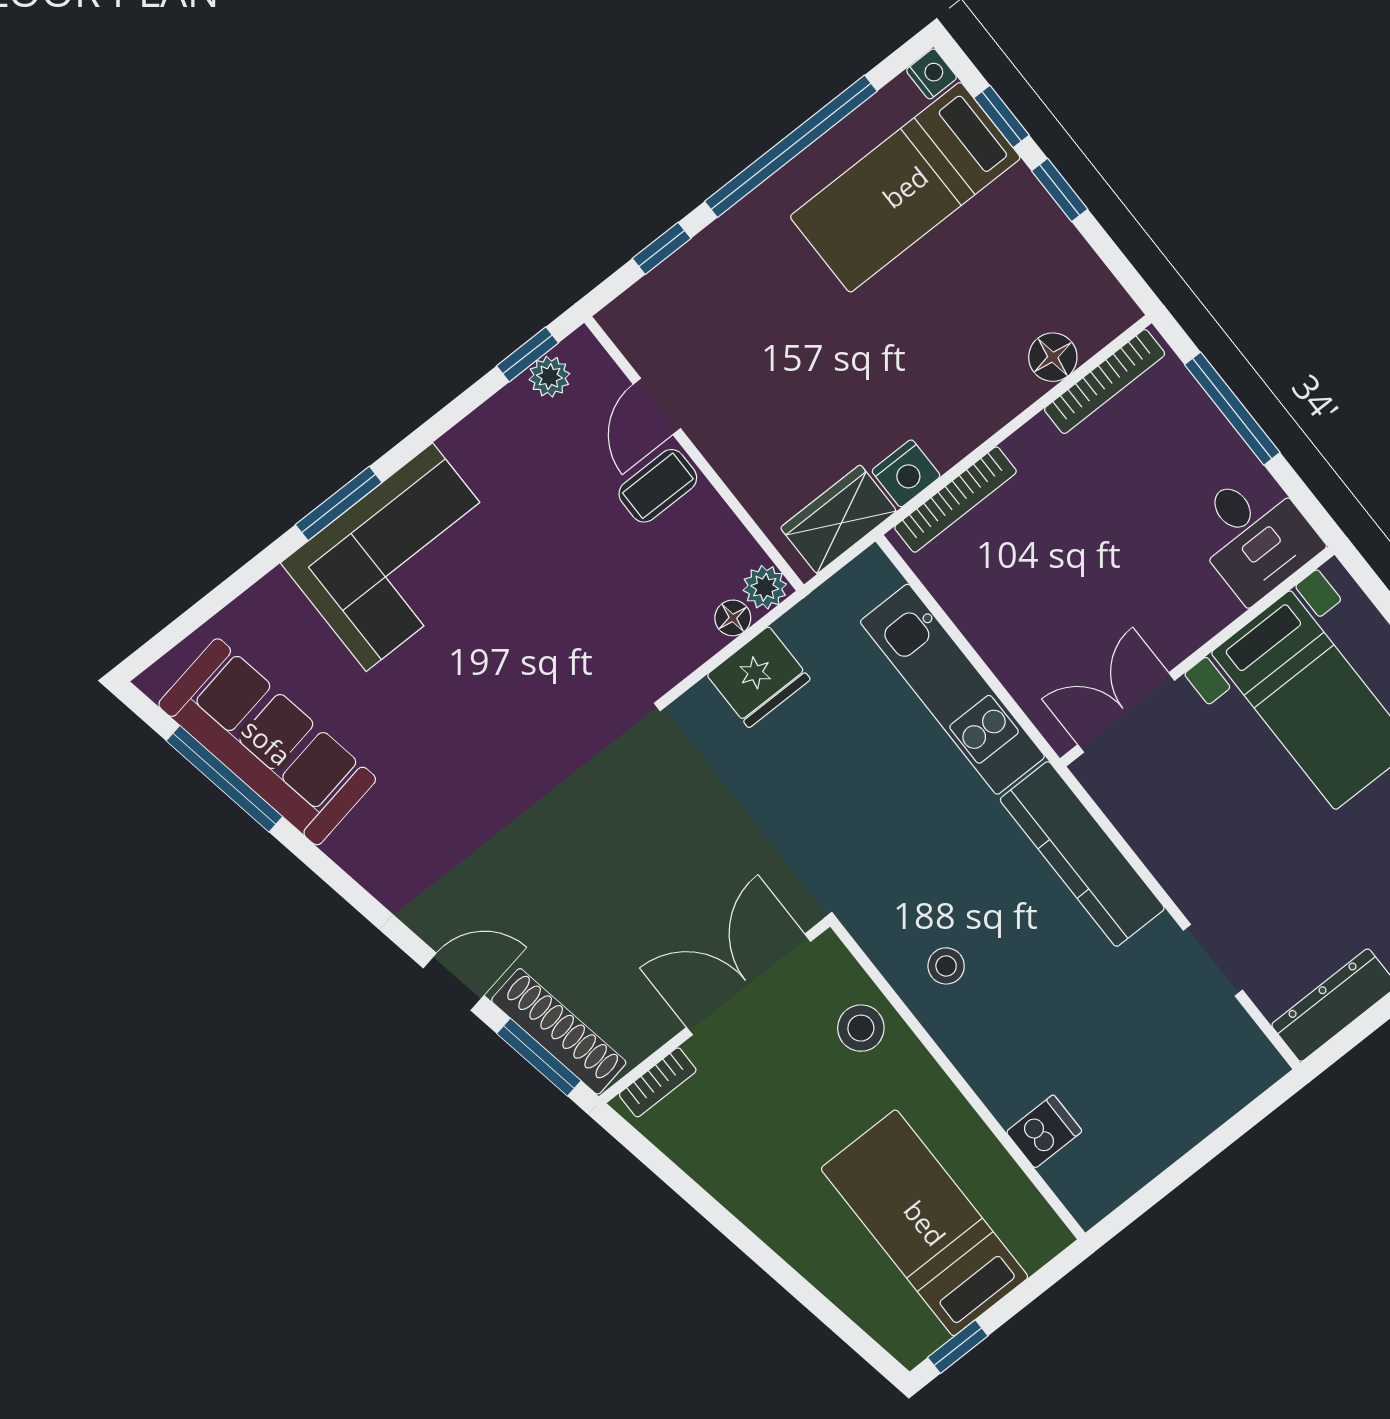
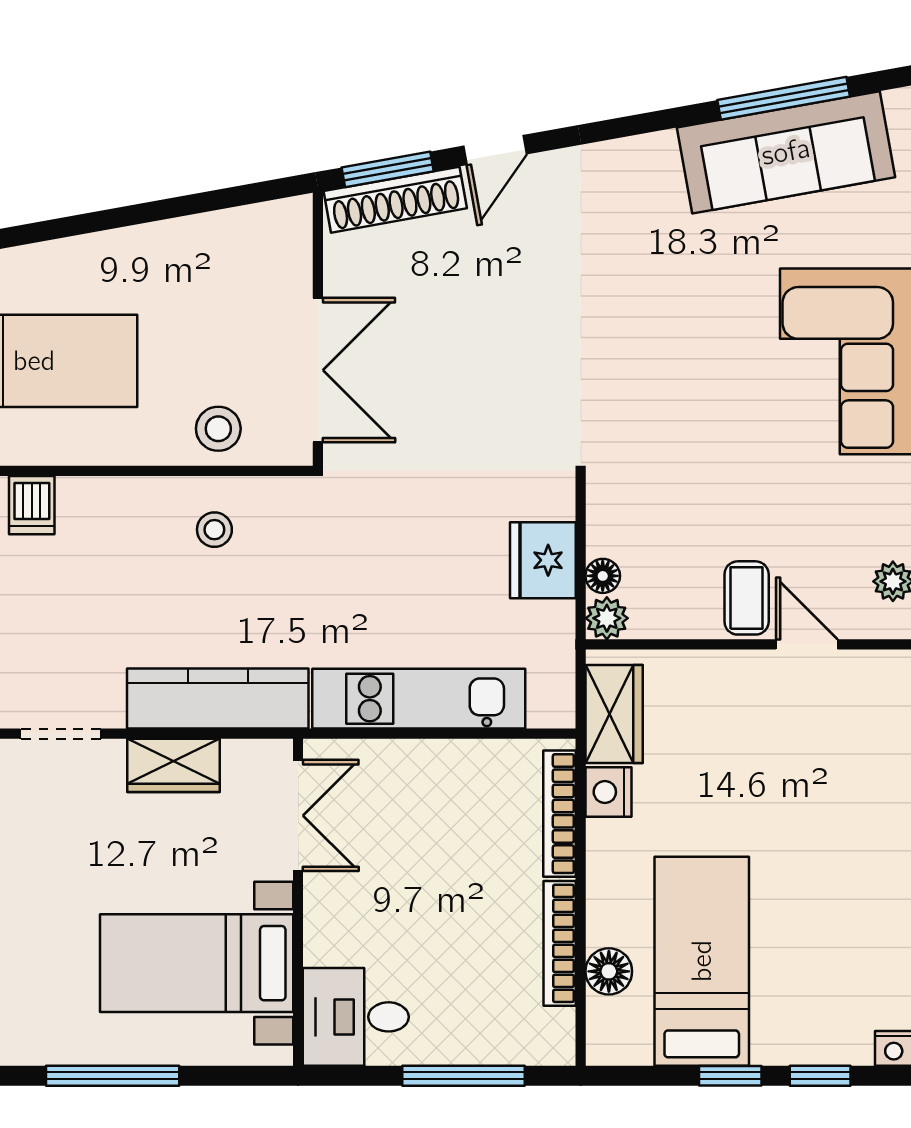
bed: (905, 187) -> (702, 961), moved
bookcase: (1105, 382) -> (560, 943), moved
wardrobe: (1166, 847) -> (173, 765), added
bookcase: (658, 1082) -> (298, 244), removed

